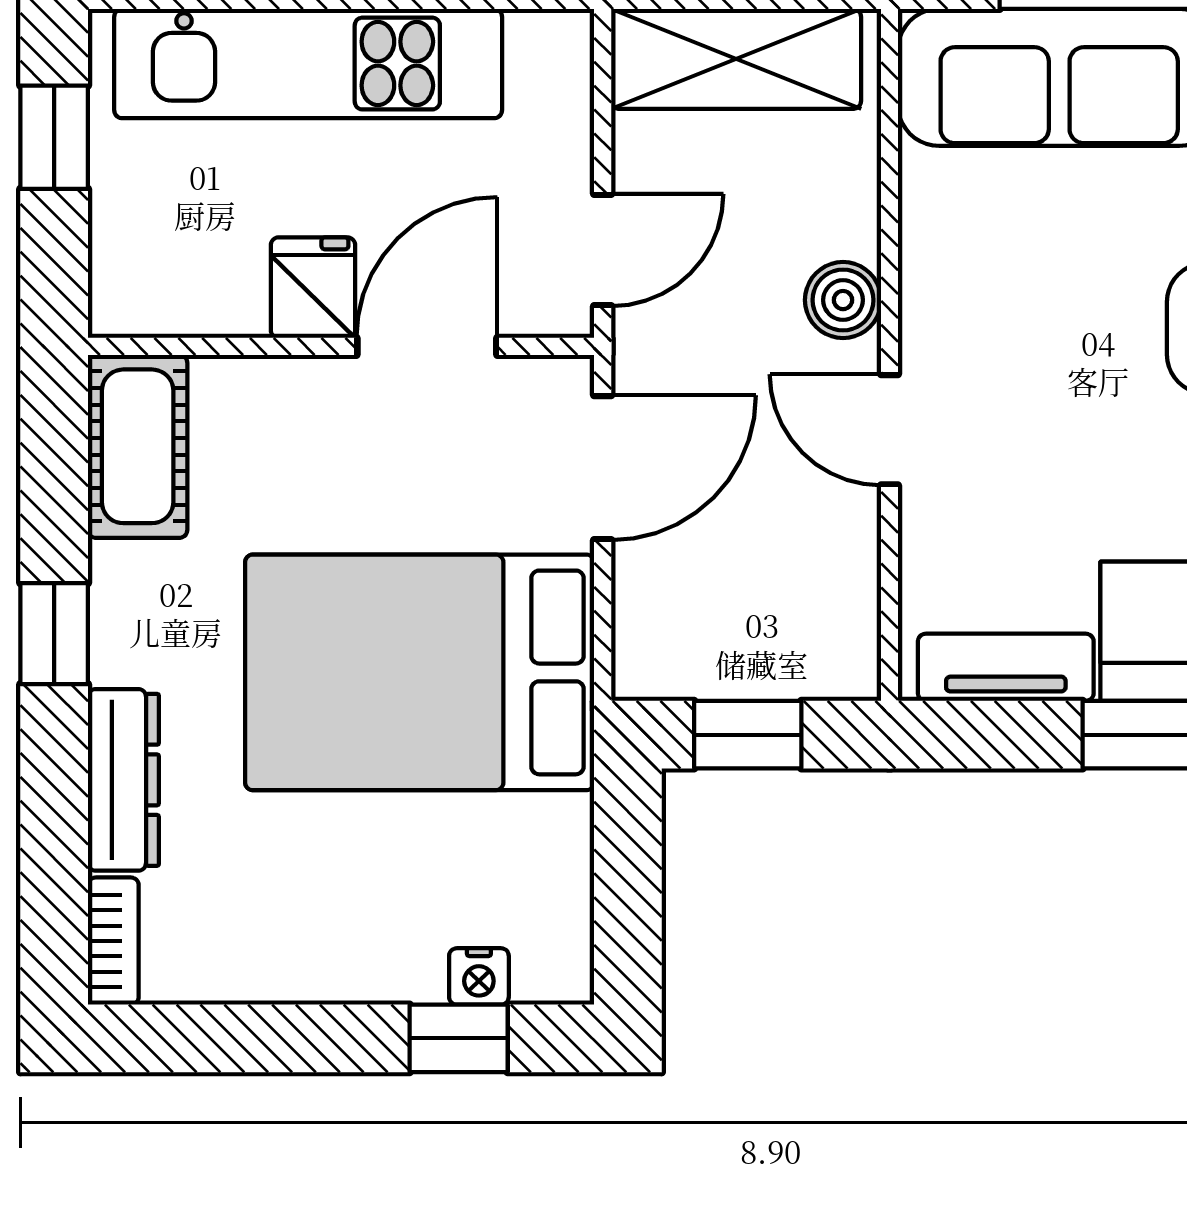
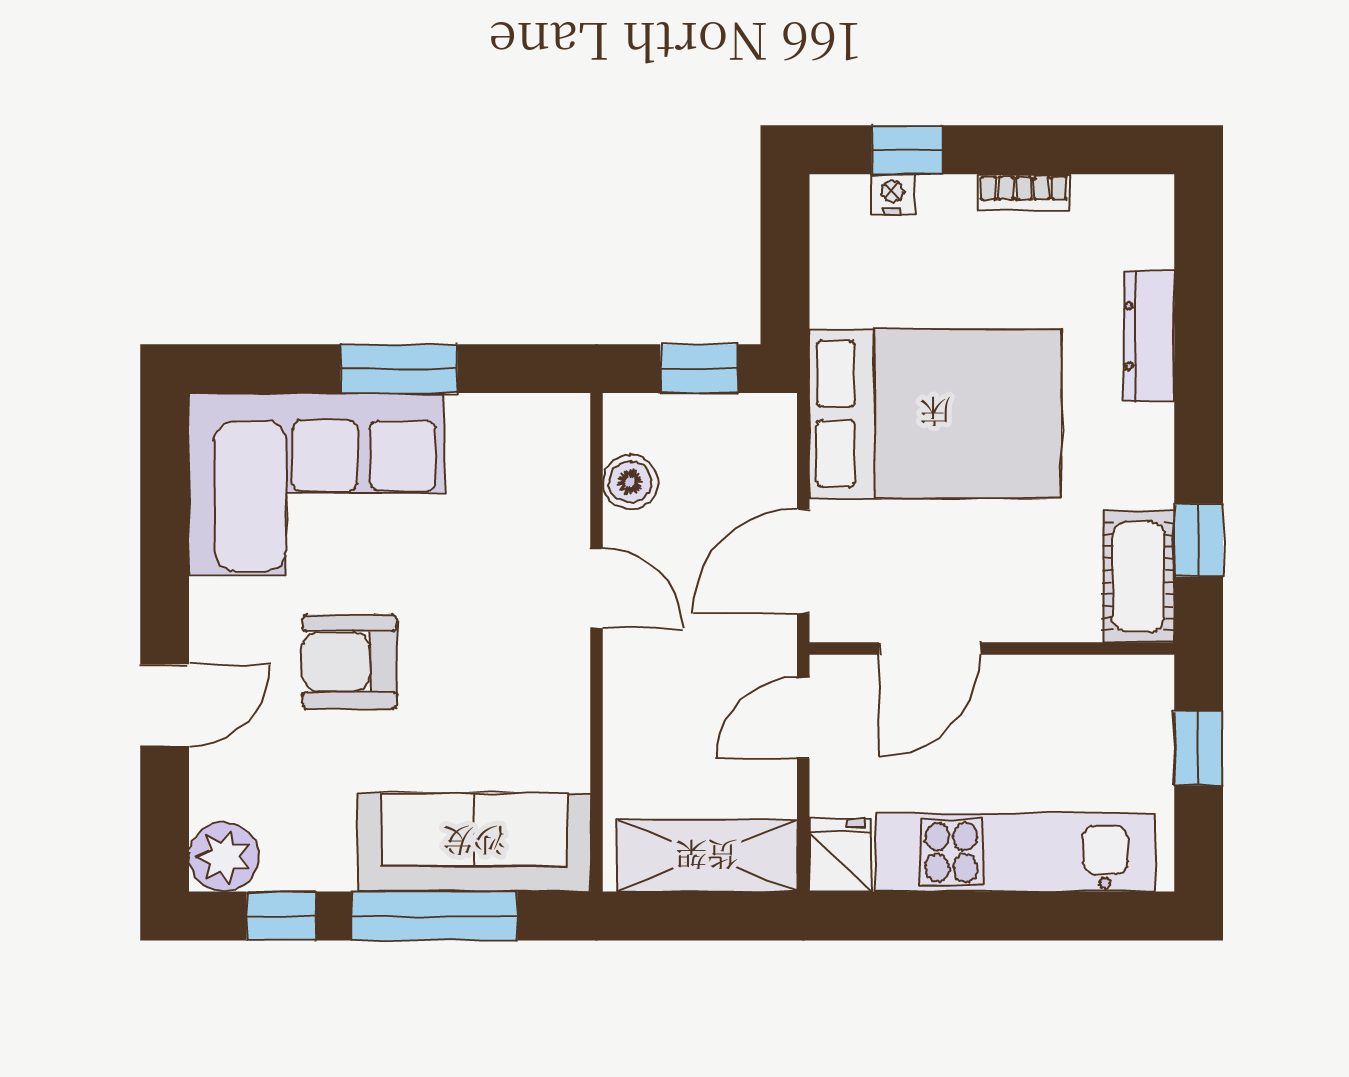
window: (54, 137) -> (1199, 748), moved
fridge: (313, 288) -> (840, 855), moved, turned 180
boiler: (843, 300) -> (630, 482), moved
window: (54, 634) -> (1199, 540), moved
tv unit: (1006, 667) -> (513, 417), removed
bookcase: (113, 941) -> (1024, 192), moved, turned -90

